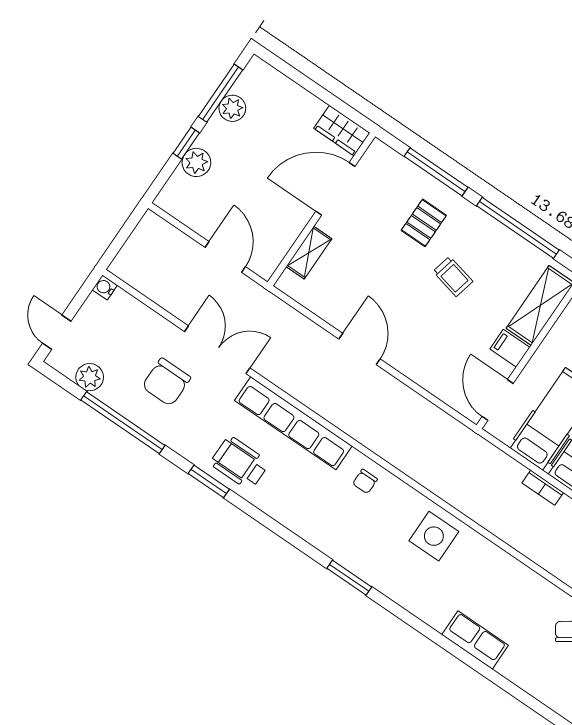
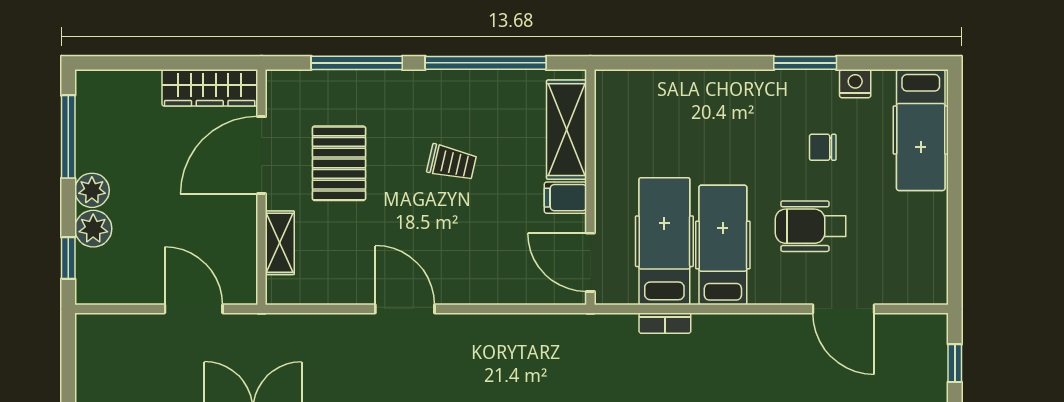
plant: (232, 108) -> (92, 190), moved
wardrobe: (342, 131) -> (210, 88), width x1.50
window: (186, 143) -> (68, 258), moved
pallet: (424, 223) -> (339, 163), moved, width x1.50, depth x1.42
bookcase: (543, 488) -> (665, 323), moved

